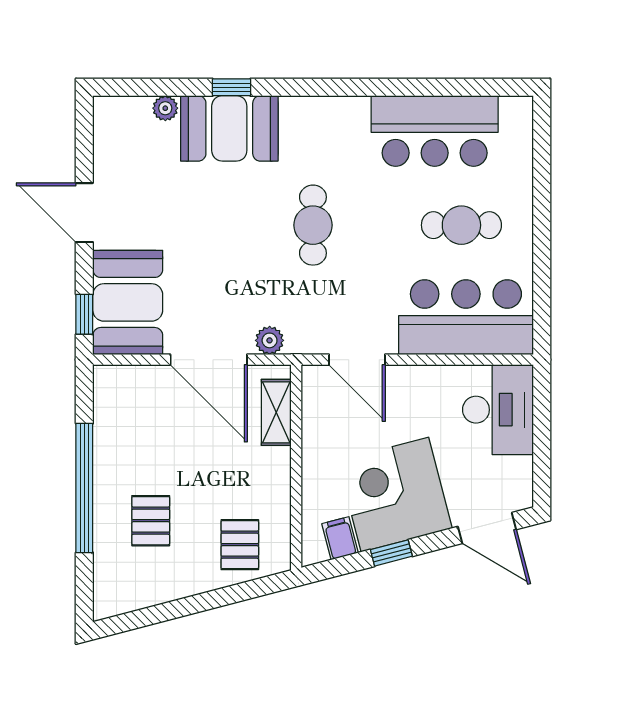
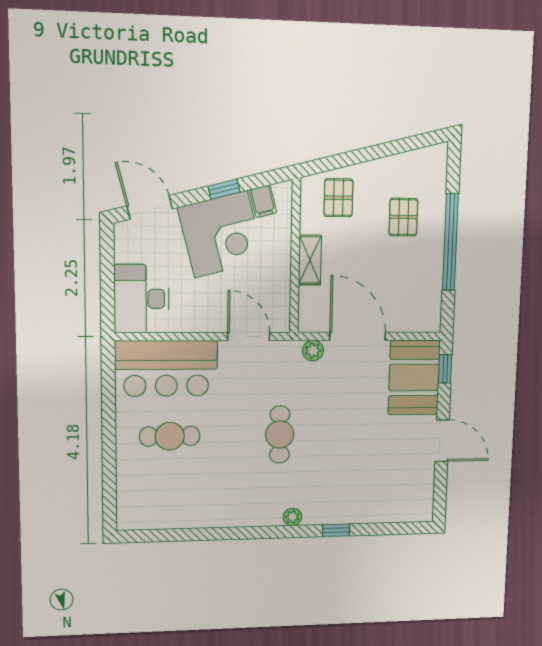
plant: (165, 108) -> (292, 517), moved
booth: (229, 128) -> (338, 502), removed
bar counter: (435, 131) -> (190, 504), removed
shelving: (276, 412) -> (310, 260), moved

